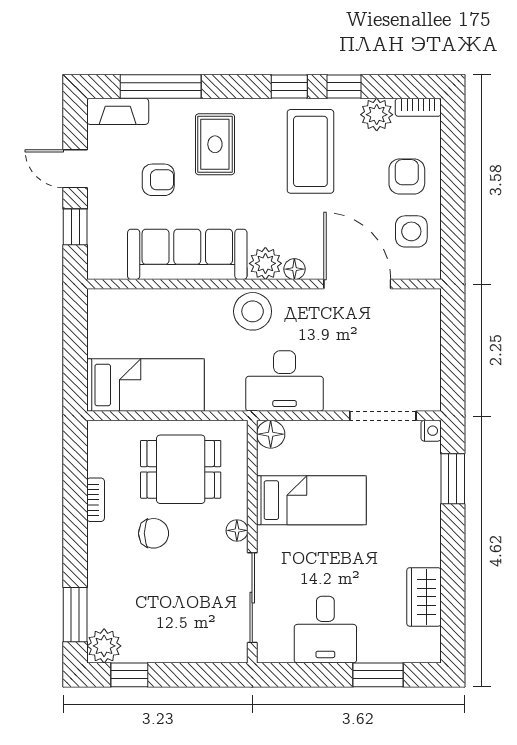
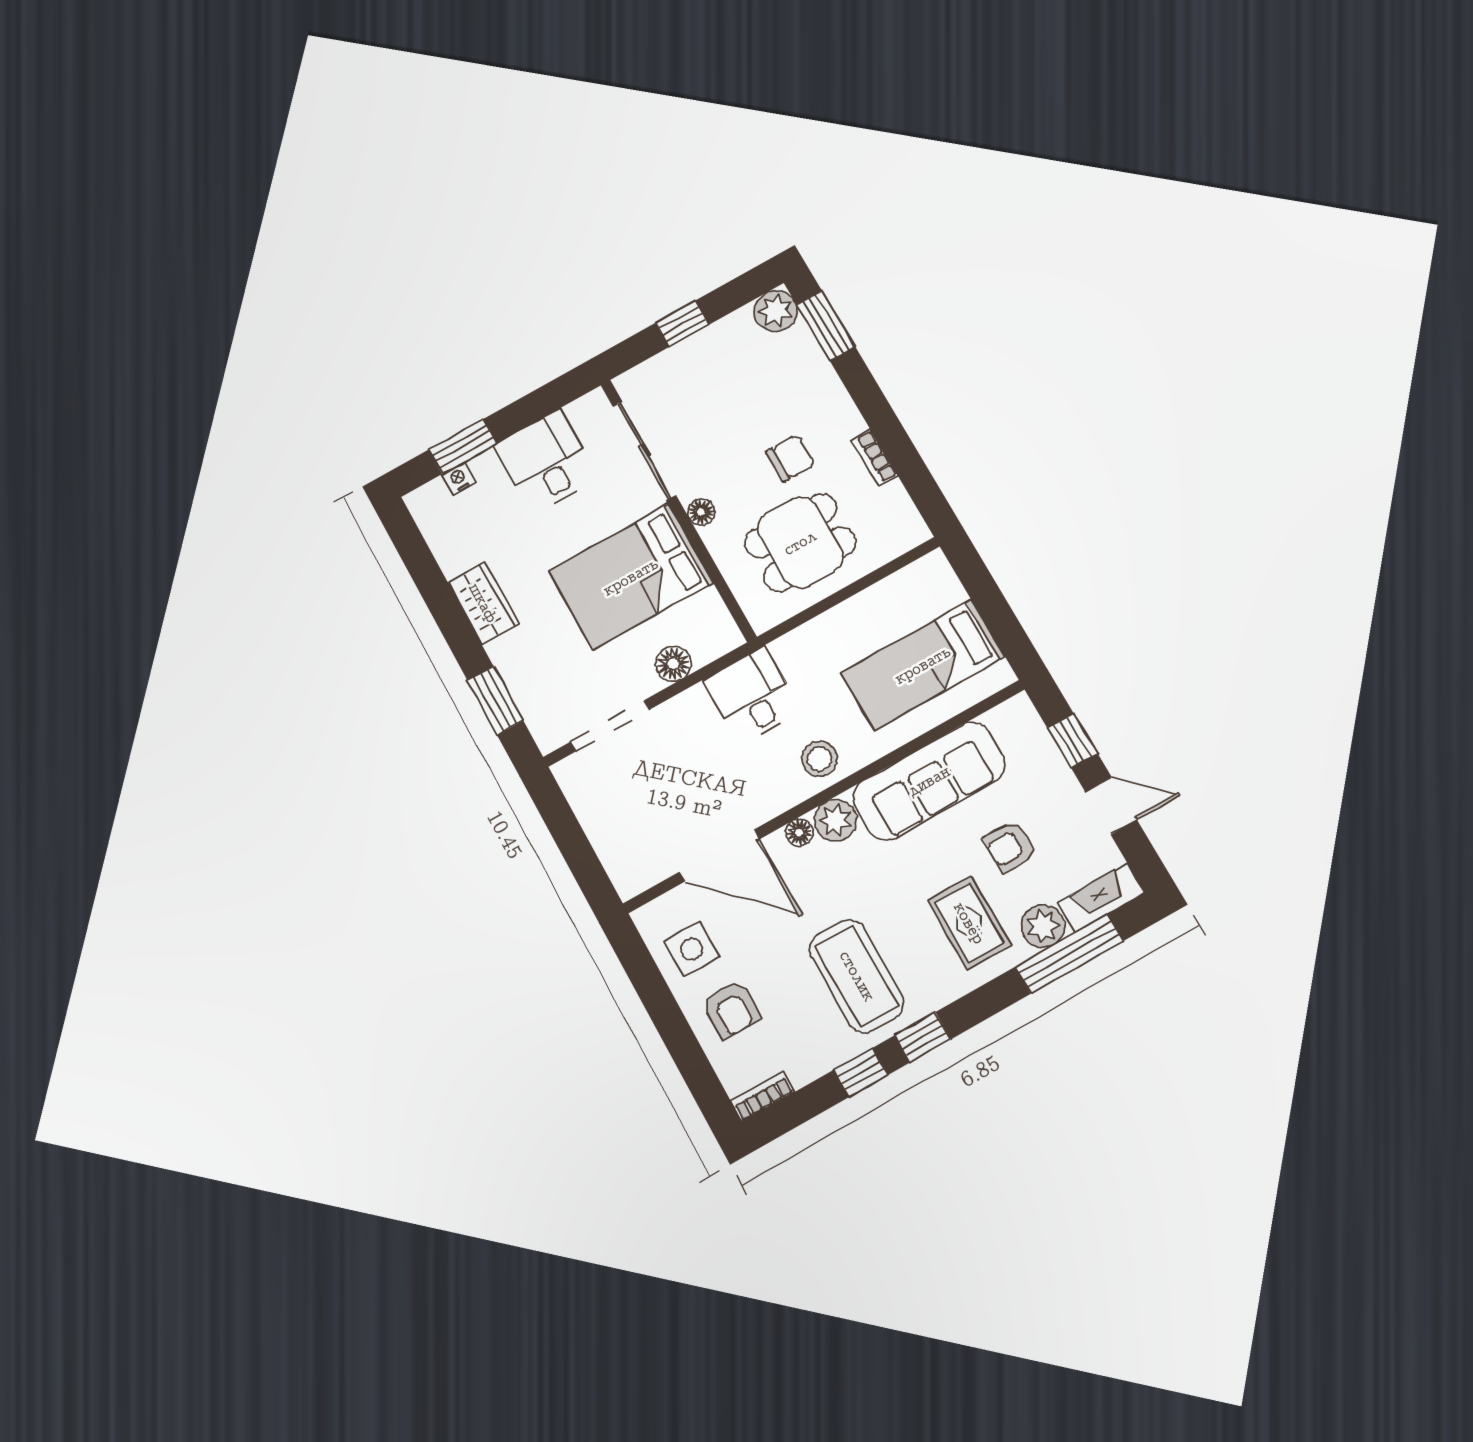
plant: (377, 115) -> (1043, 926), moved
stool: (253, 311) -> (820, 759), width x0.73, depth x0.73
desk: (285, 381) -> (752, 696), width x0.73
bed: (146, 385) -> (923, 665), moved
nightstand: (431, 431) -> (459, 478), moved, turned 90
floor lamp: (271, 434) -> (673, 664), moved
bed: (311, 500) -> (631, 577), width x1.50
chair: (154, 533) -> (790, 458), turned 180
wardrobe: (424, 597) -> (483, 603), moved
window: (129, 675) -> (682, 324), moved

